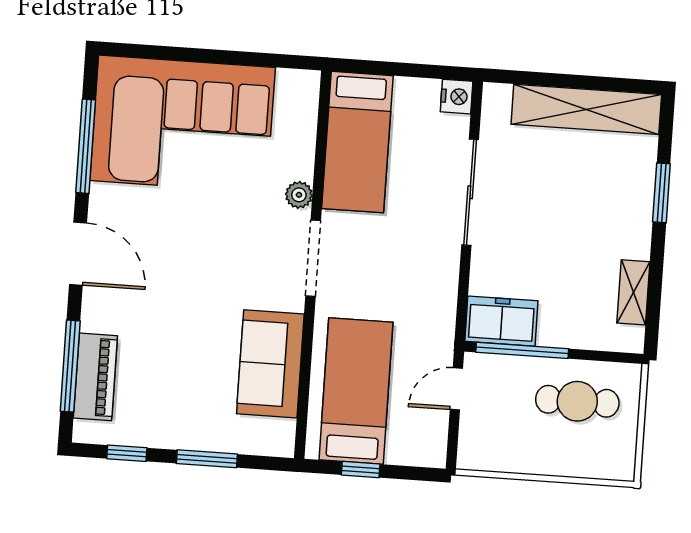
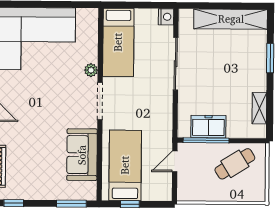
freezer: (501, 321) -> (208, 127), moved
cafe table: (577, 401) -> (235, 164), turned -32
window: (207, 459) -> (71, 204), moved

